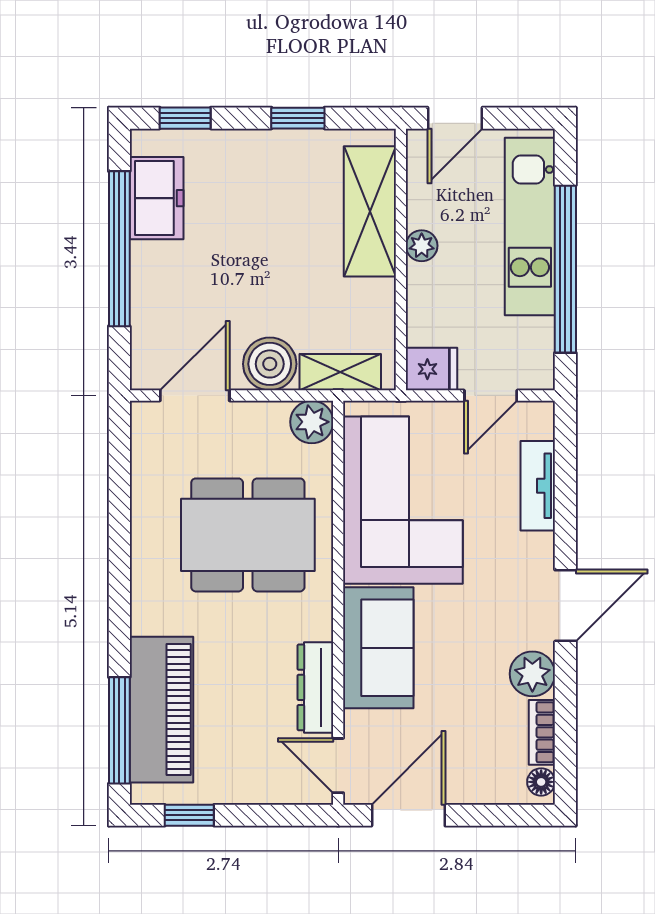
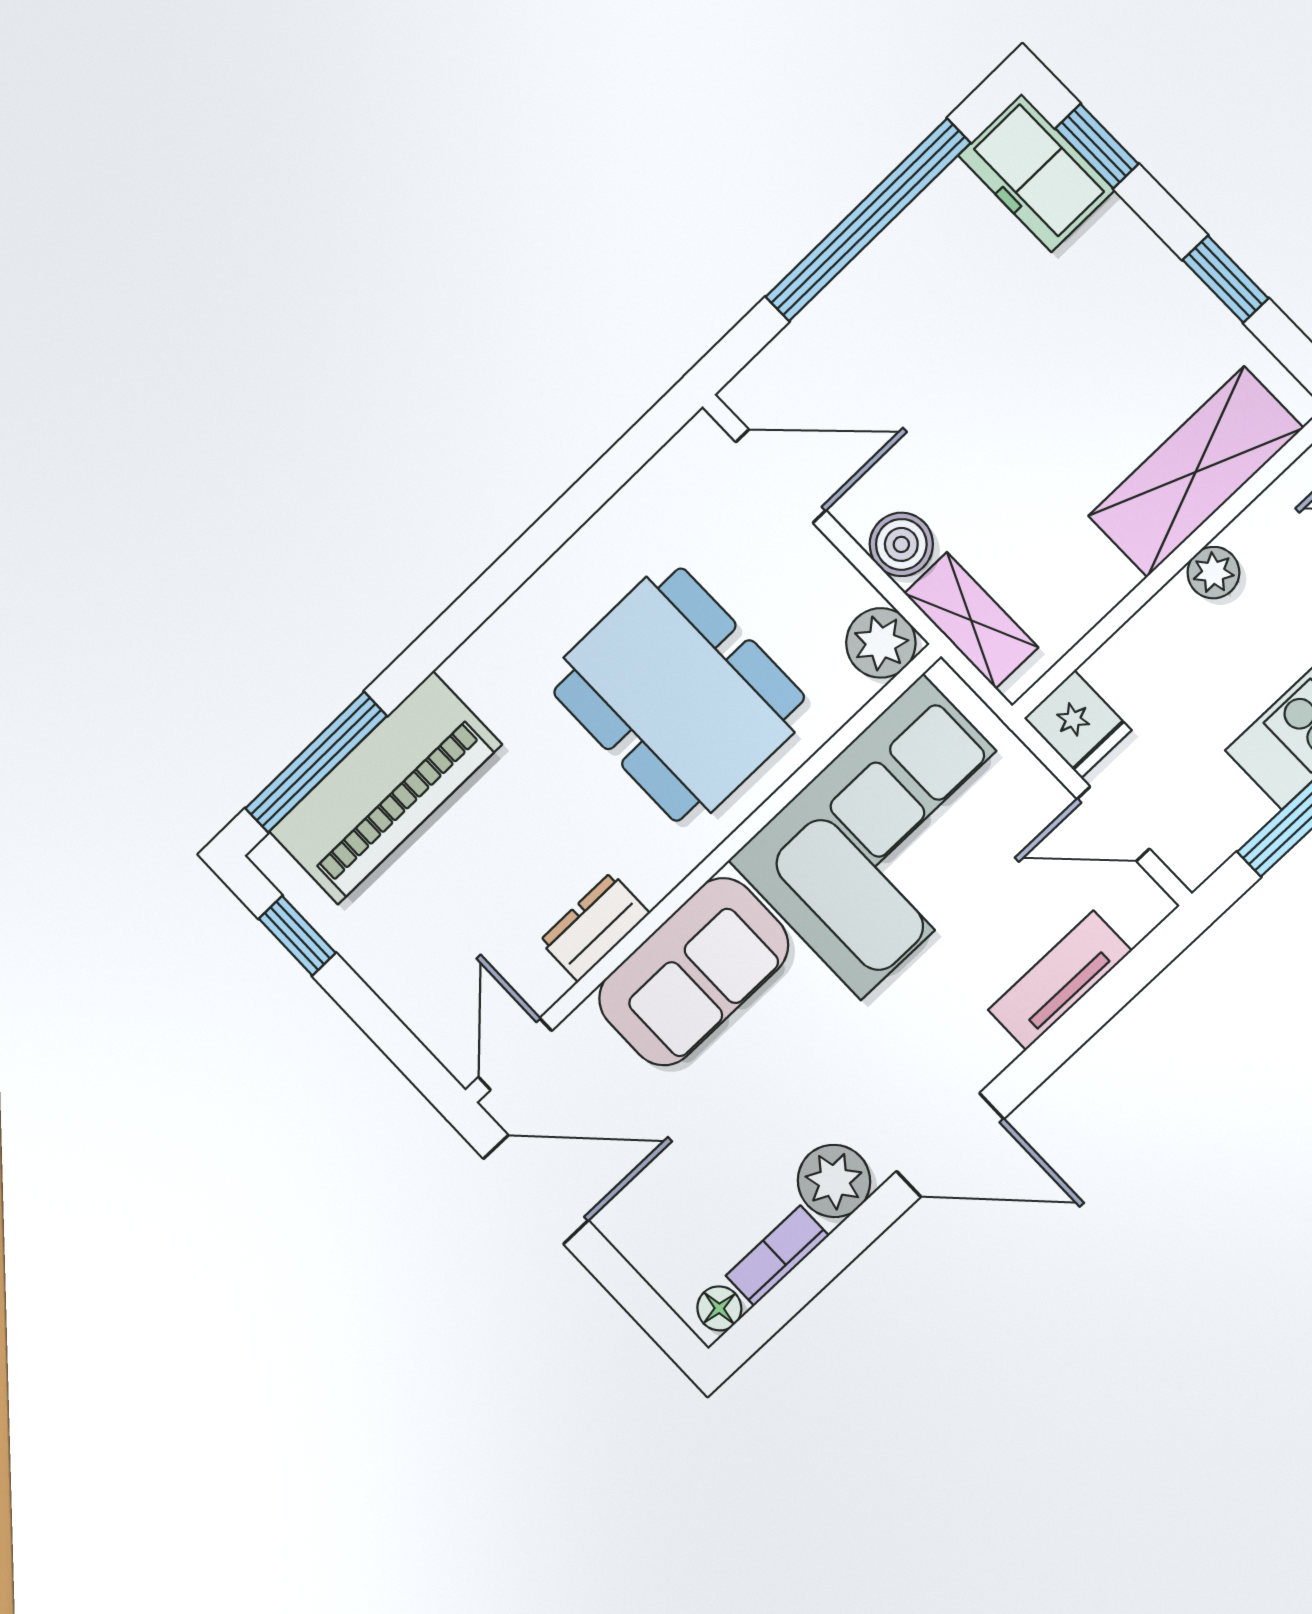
freezer: (157, 198) -> (1036, 173), moved, turned 90
boiler: (270, 364) -> (901, 544), width x0.73, depth x0.73
dresser: (315, 687) -> (595, 927), width x0.70

